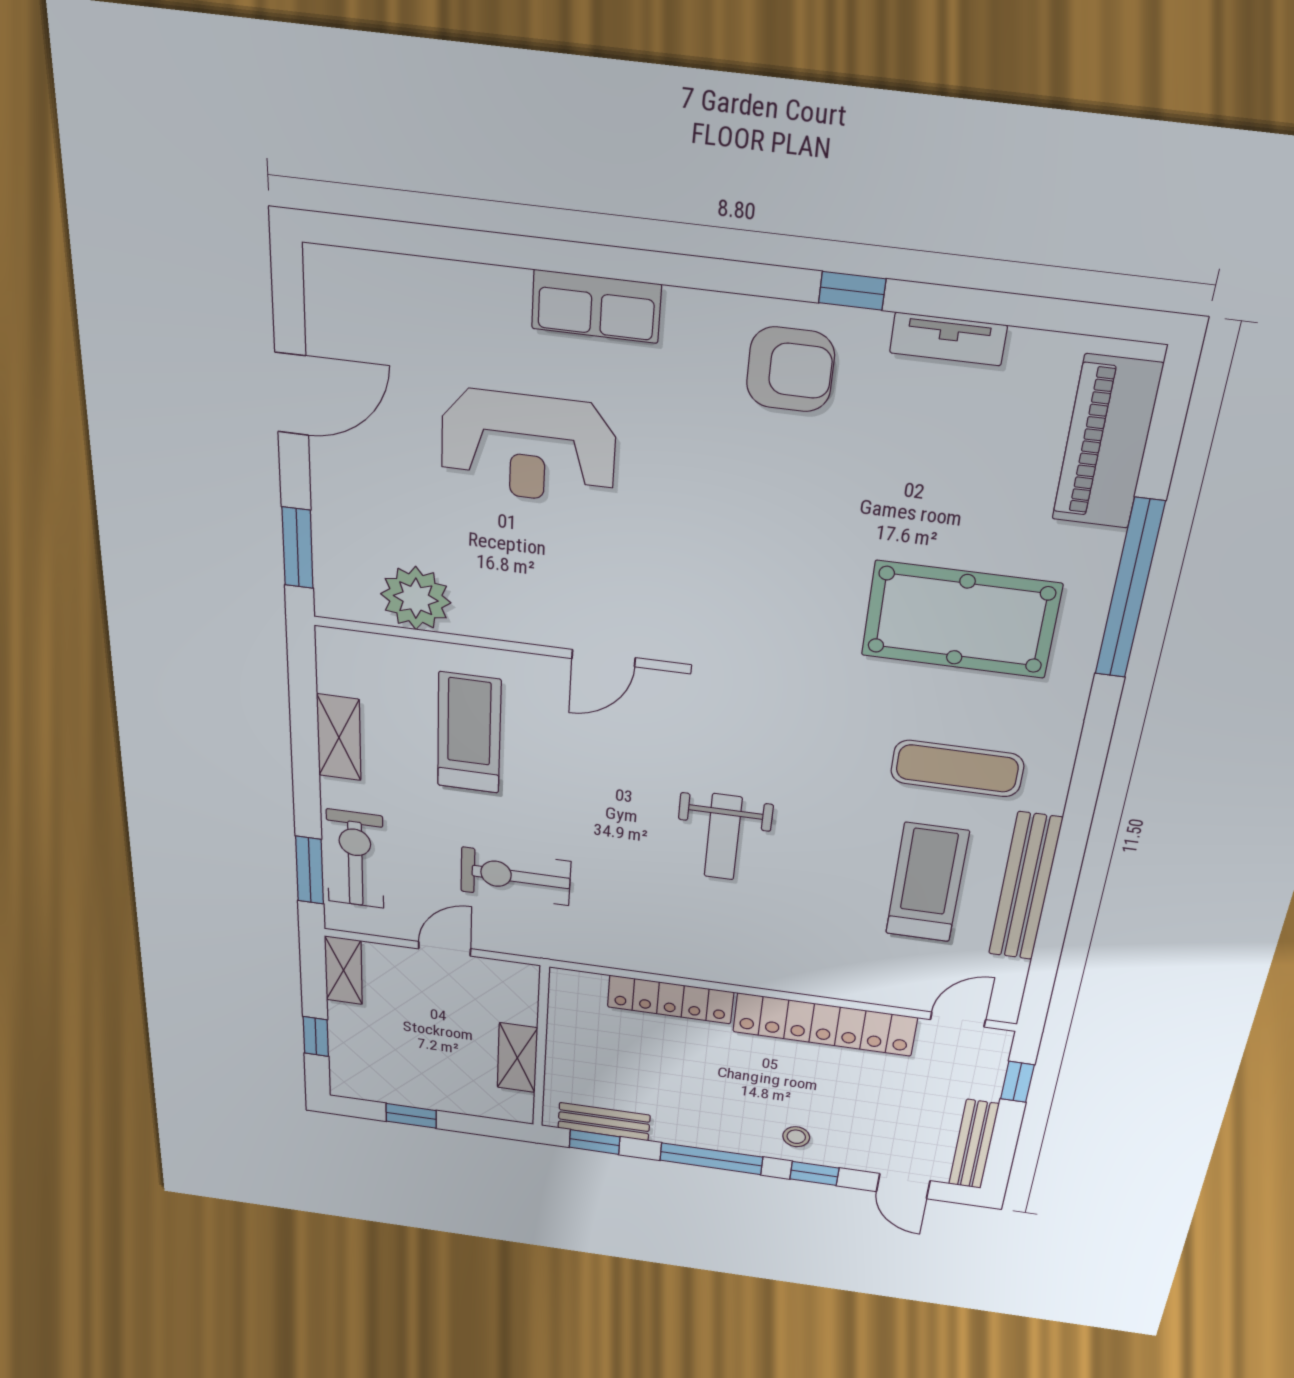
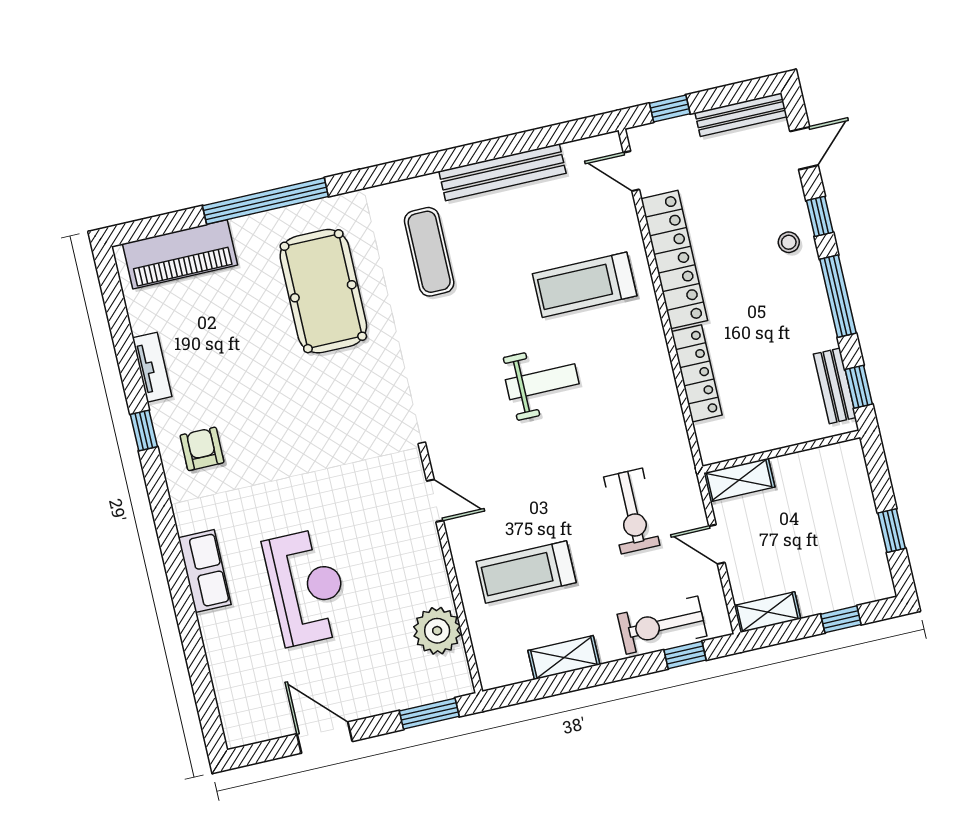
armchair: (790, 369) -> (202, 449), width x0.72, depth x0.72
window: (310, 870) -> (685, 655), width x0.67
treadmill: (927, 883) -> (585, 285), moved
shelving: (517, 1058) -> (739, 480), moved

